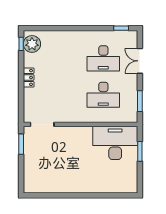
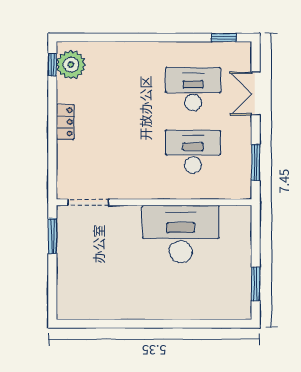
desk: (103, 58) -> (193, 89), turned 180
desk: (103, 95) -> (193, 152), turned 180
desk: (115, 143) -> (181, 234), moved
window: (140, 151) -> (256, 284), moved

